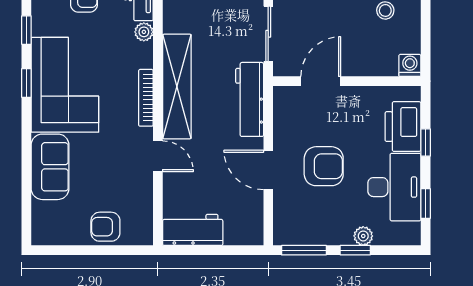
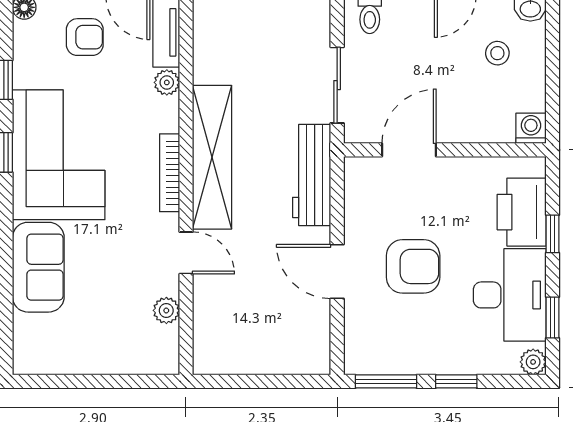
plant: (143, 198) -> (166, 310), added
armchair: (105, 227) -> (114, 349), removed
workbench: (193, 230) -> (234, 354), removed
plant: (363, 236) -> (533, 362), moved

